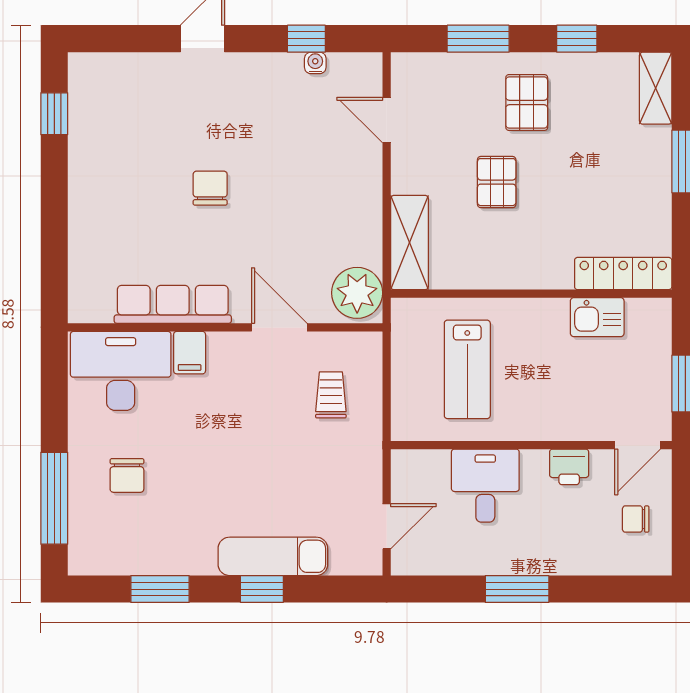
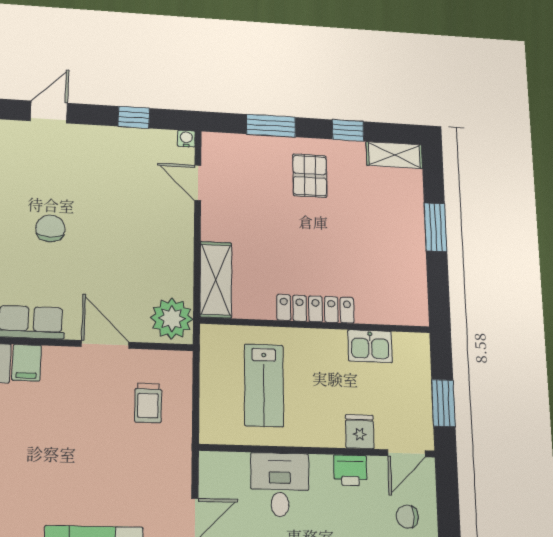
water cooler: (315, 63) -> (186, 139), moved
shelving: (656, 88) -> (394, 155), moved, turned 90
pallet: (497, 182) -> (287, 235), removed
locker: (623, 274) -> (316, 309), moved
trolley: (331, 395) -> (148, 403), turned 180
fridge: (582, 421) -> (360, 432), added

